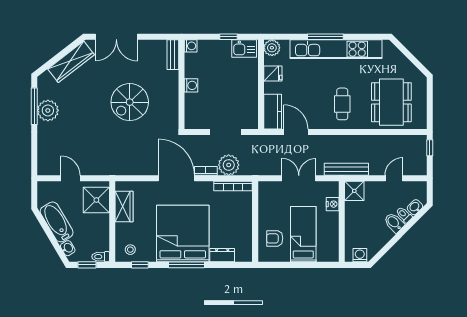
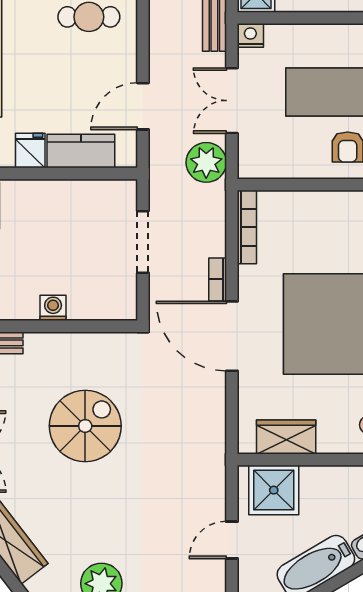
spiral stairs: (130, 102) -> (85, 426), turned -90
kitchen counter: (273, 112) -> (81, 151), moved
plant: (229, 165) -> (206, 162), moved
door: (176, 178) -> (232, 336), hinge flipped
nightstand: (333, 204) -> (250, 35), moved

